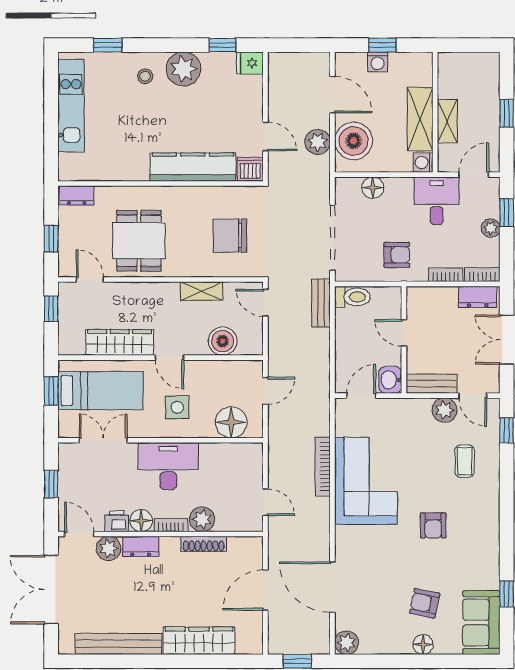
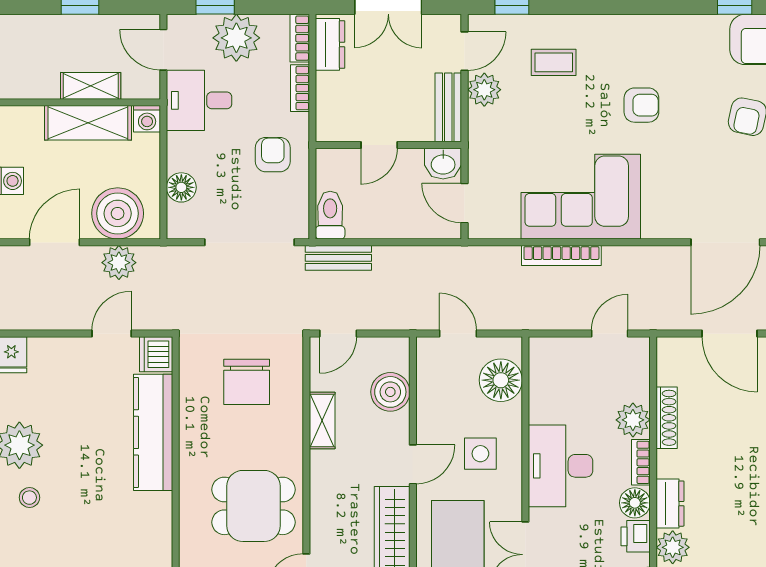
plant: (491, 228) -> (236, 38), width x1.87, depth x1.87

